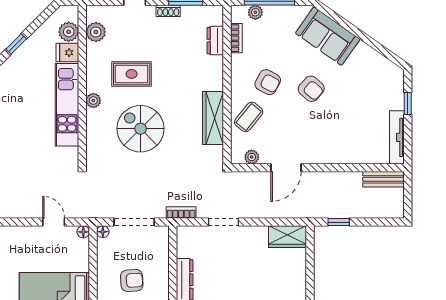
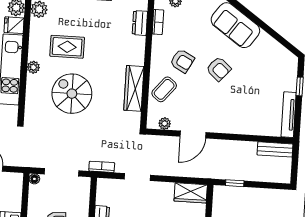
floor lamp: (83, 232) -> (18, 178), removed

